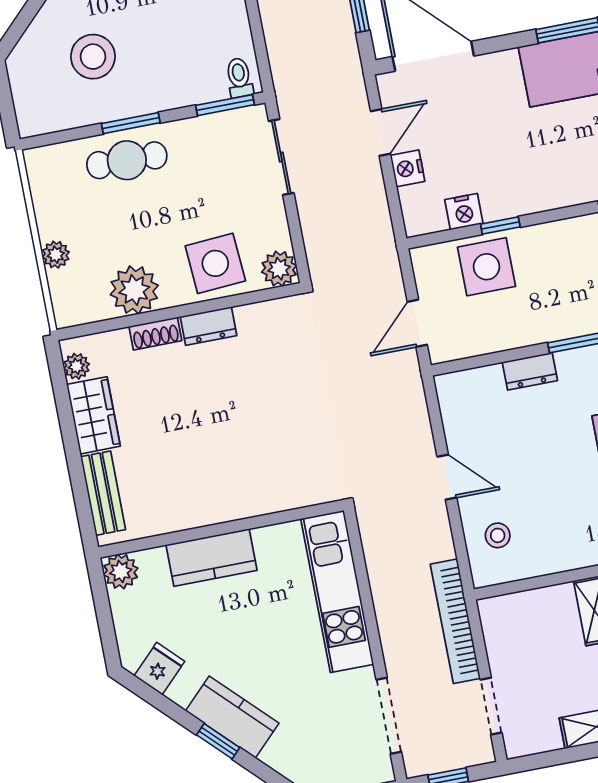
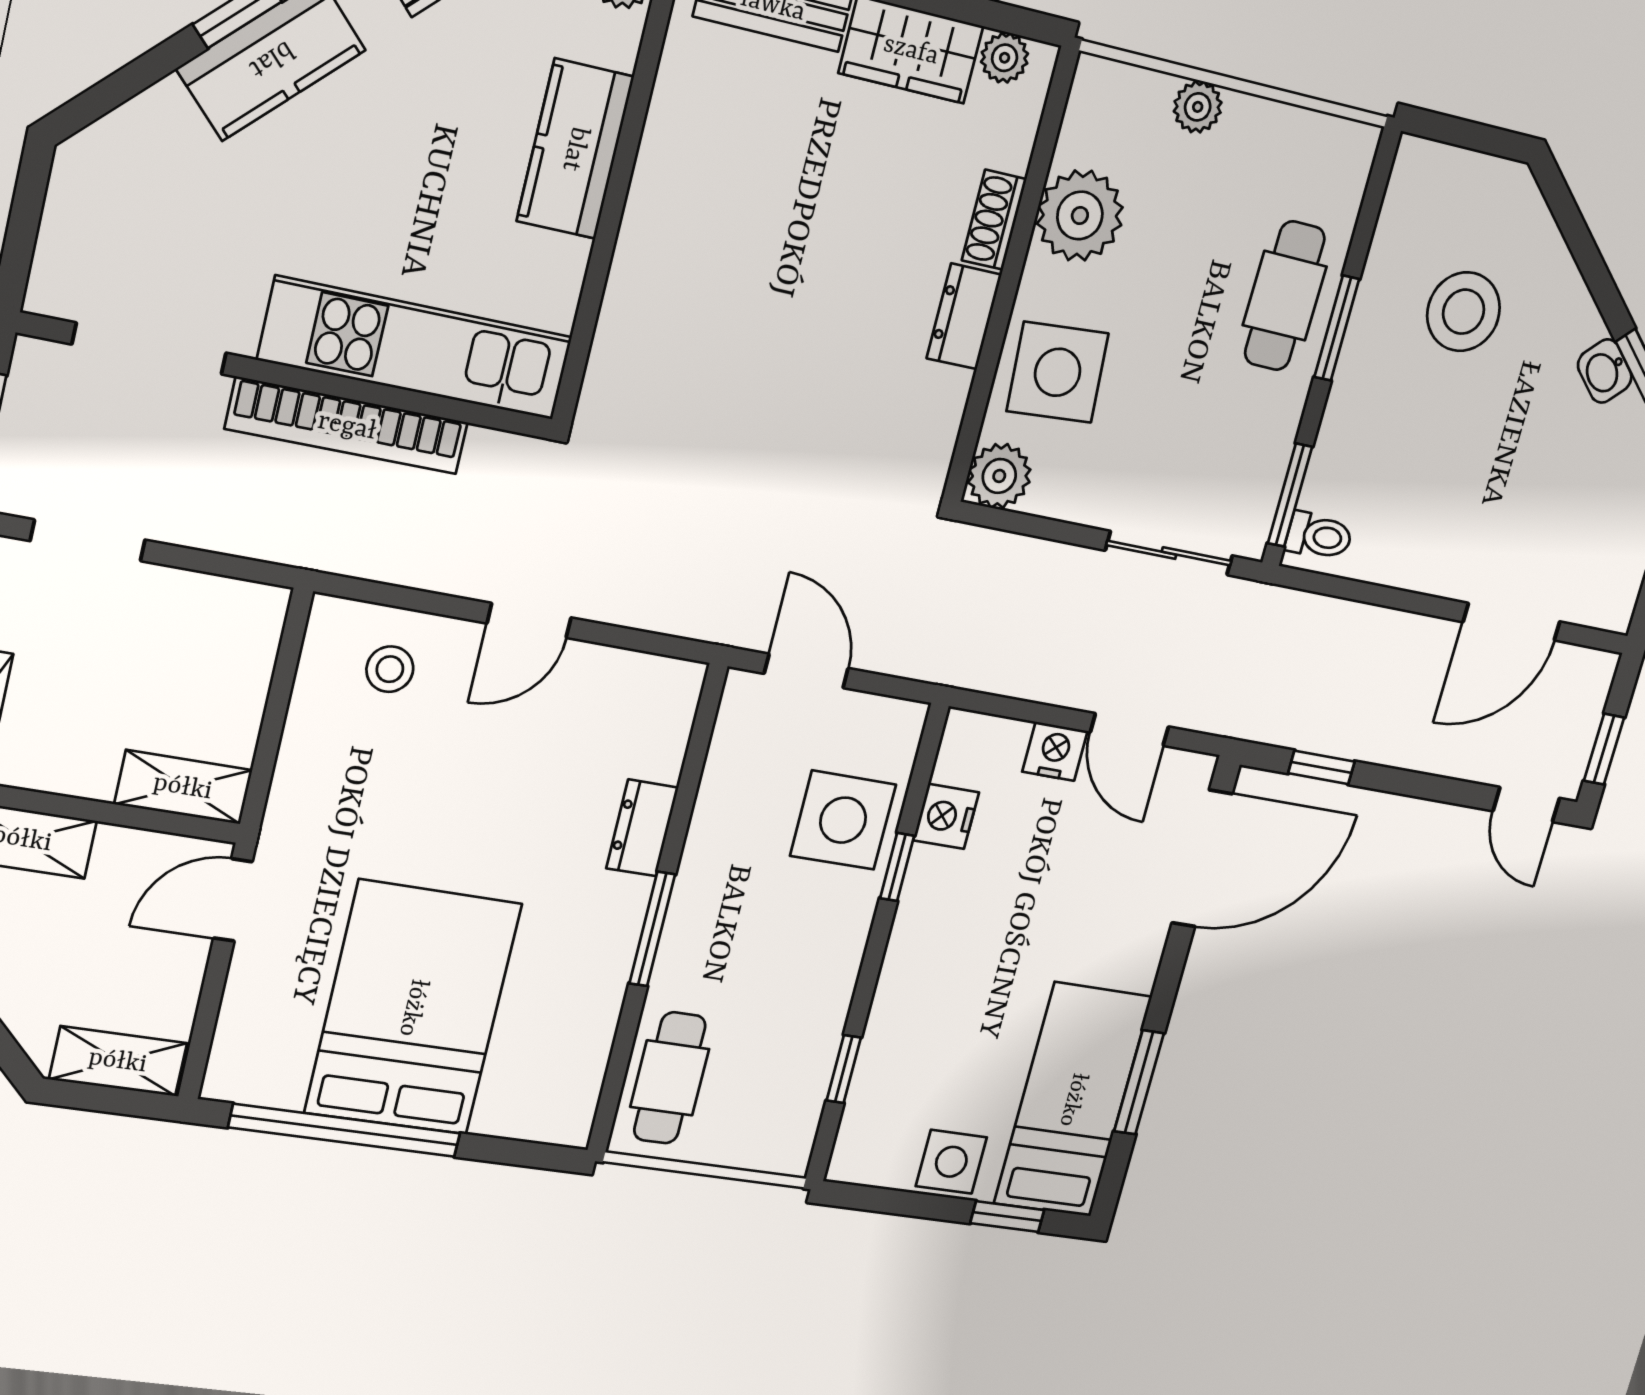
bookcase: (455, 621) -> (347, 426), moved, turned 180

